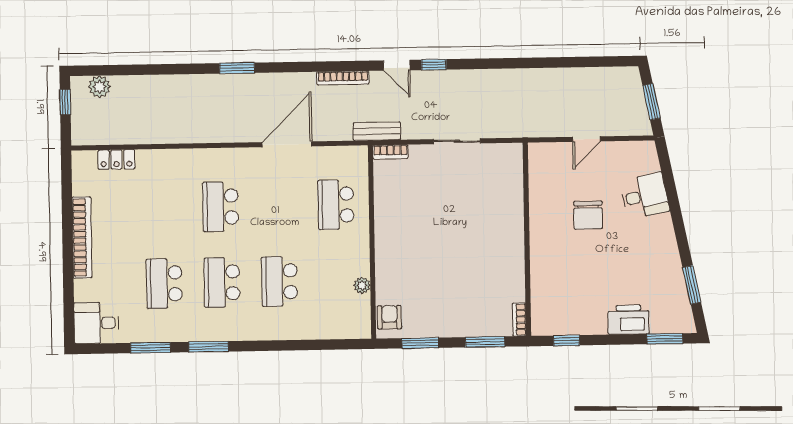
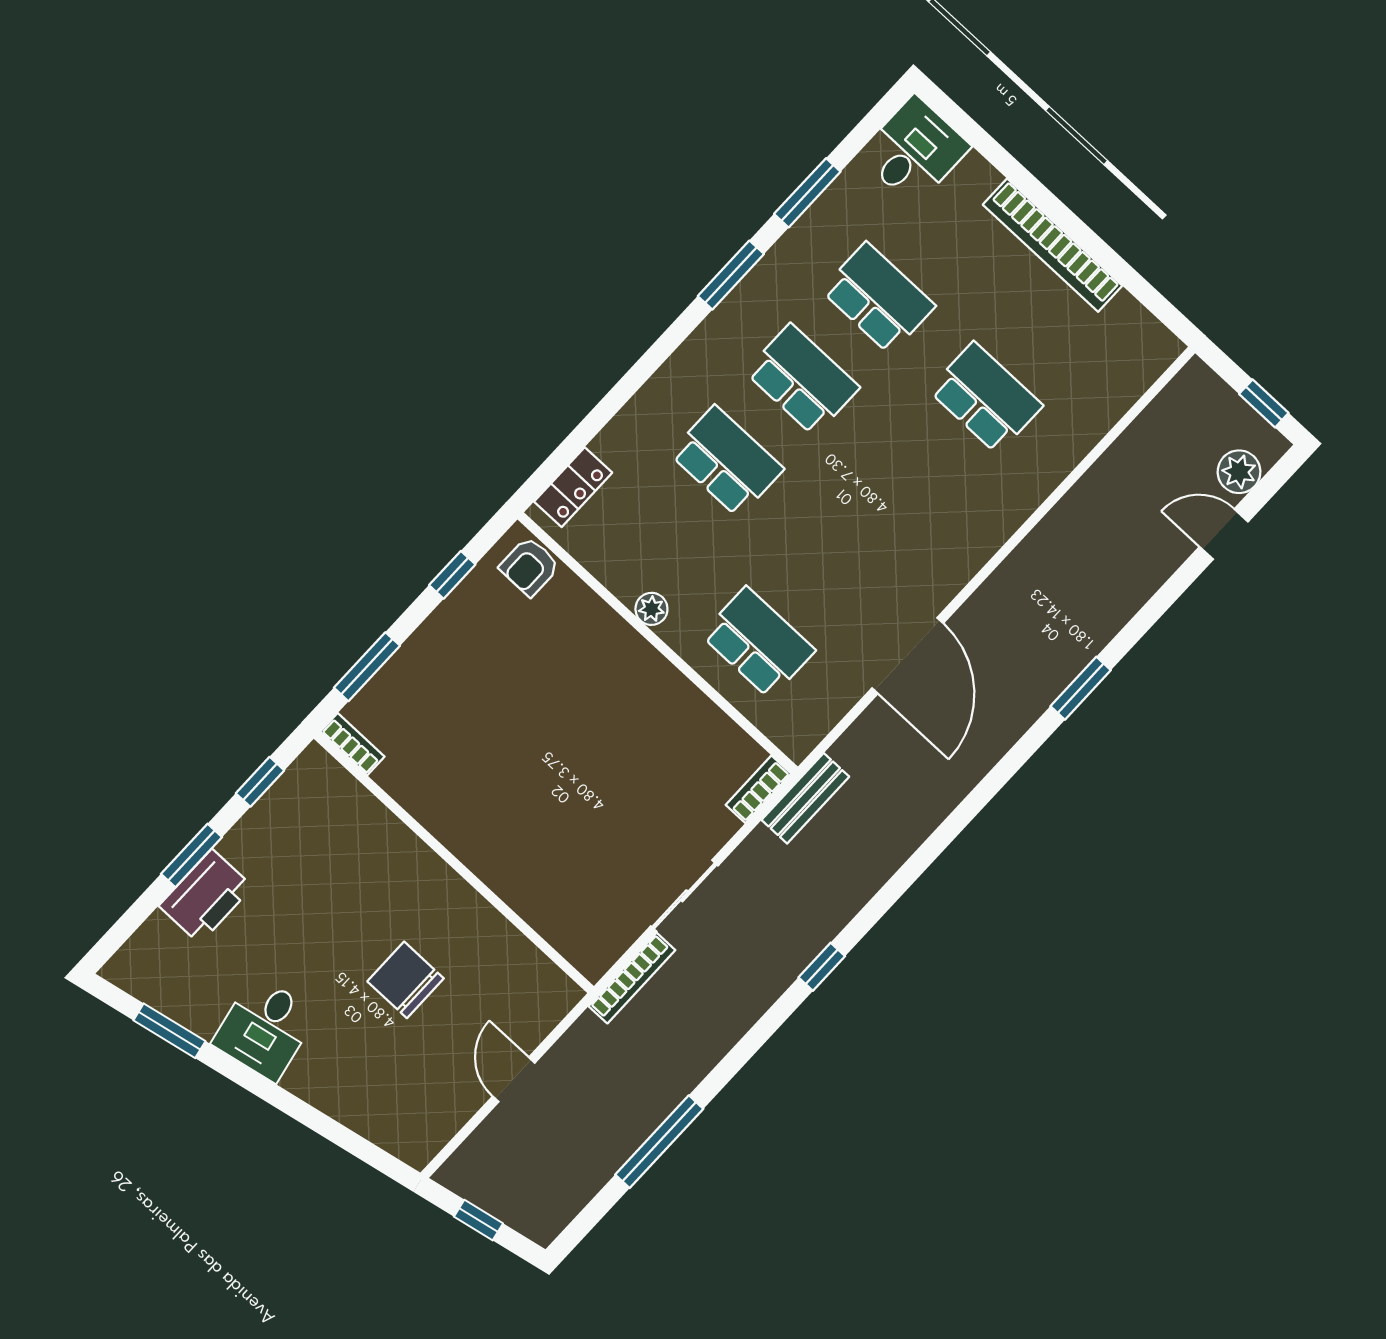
window: (557, 62) -> (659, 1142), added
door: (397, 65) -> (1224, 534), moved
bookcase: (343, 78) -> (632, 978), moved, turned 180
window: (651, 102) -> (478, 1220), width x0.67
locker: (116, 159) -> (573, 487), moved, turned 180
desk: (645, 196) -> (265, 1028), moved
school desk: (221, 207) -> (986, 398), moved
plant: (362, 285) -> (651, 609), moved
armchair: (389, 317) -> (530, 566), turned 90
window: (665, 339) -> (191, 855), moved
window: (420, 343) -> (452, 575), width x0.67

